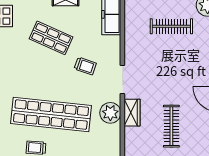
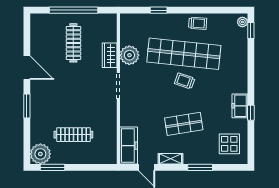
shop shelf: (51, 38) -> (184, 124), turned -33
trolley: (85, 66) -> (185, 81), moved

